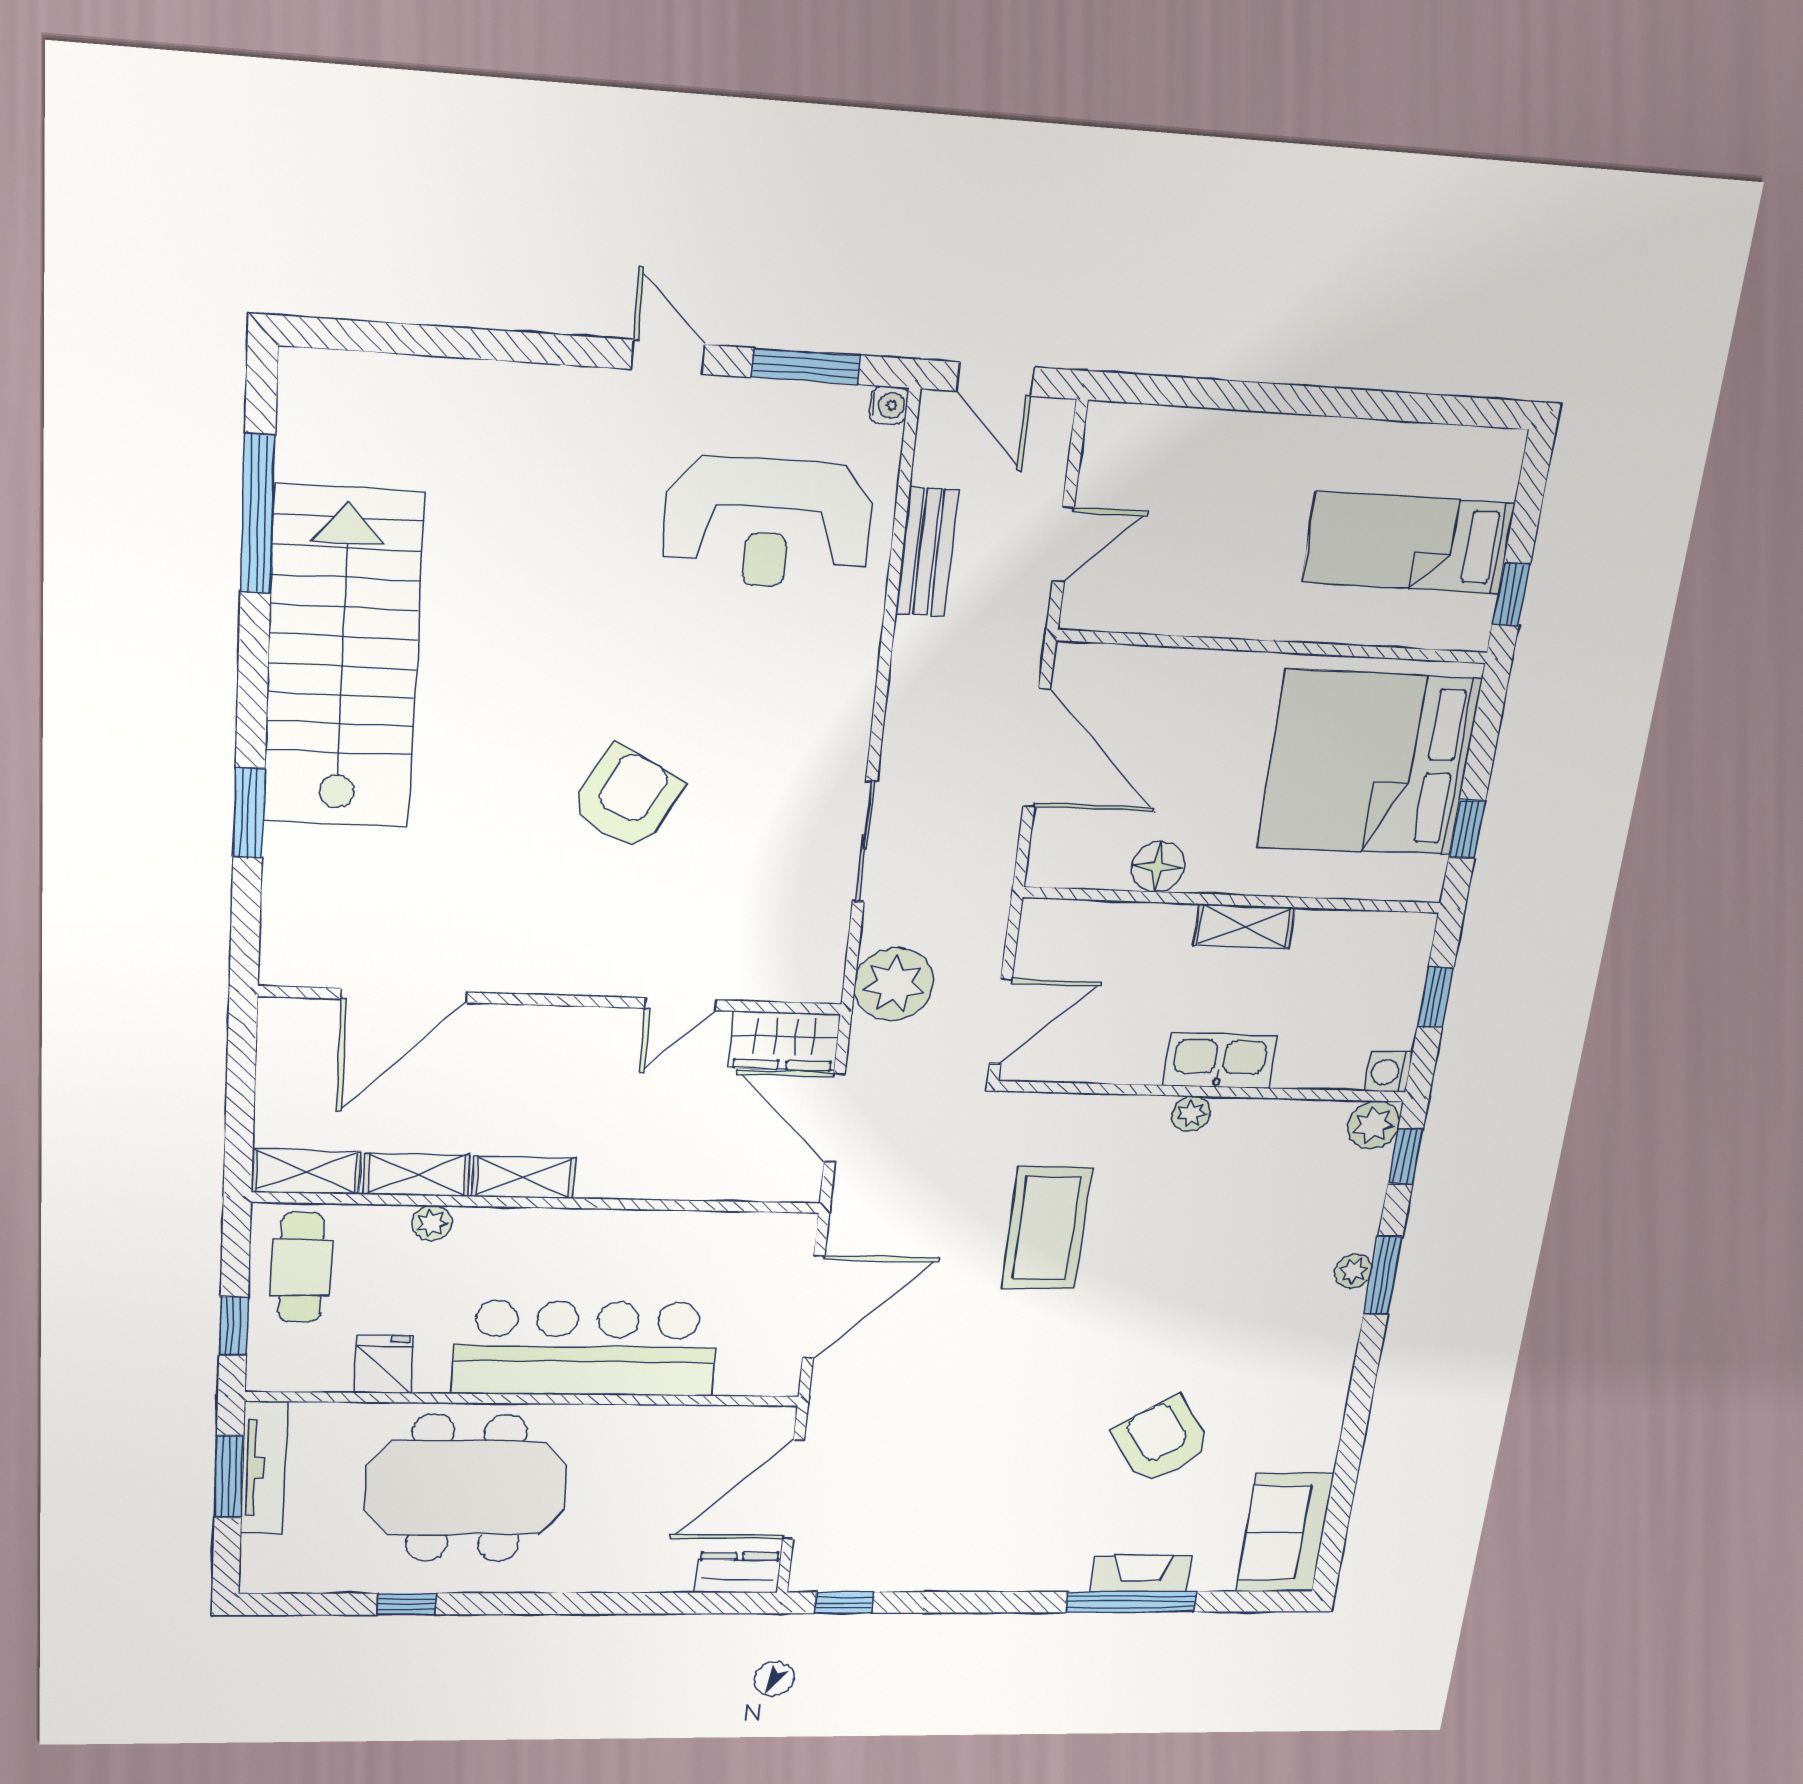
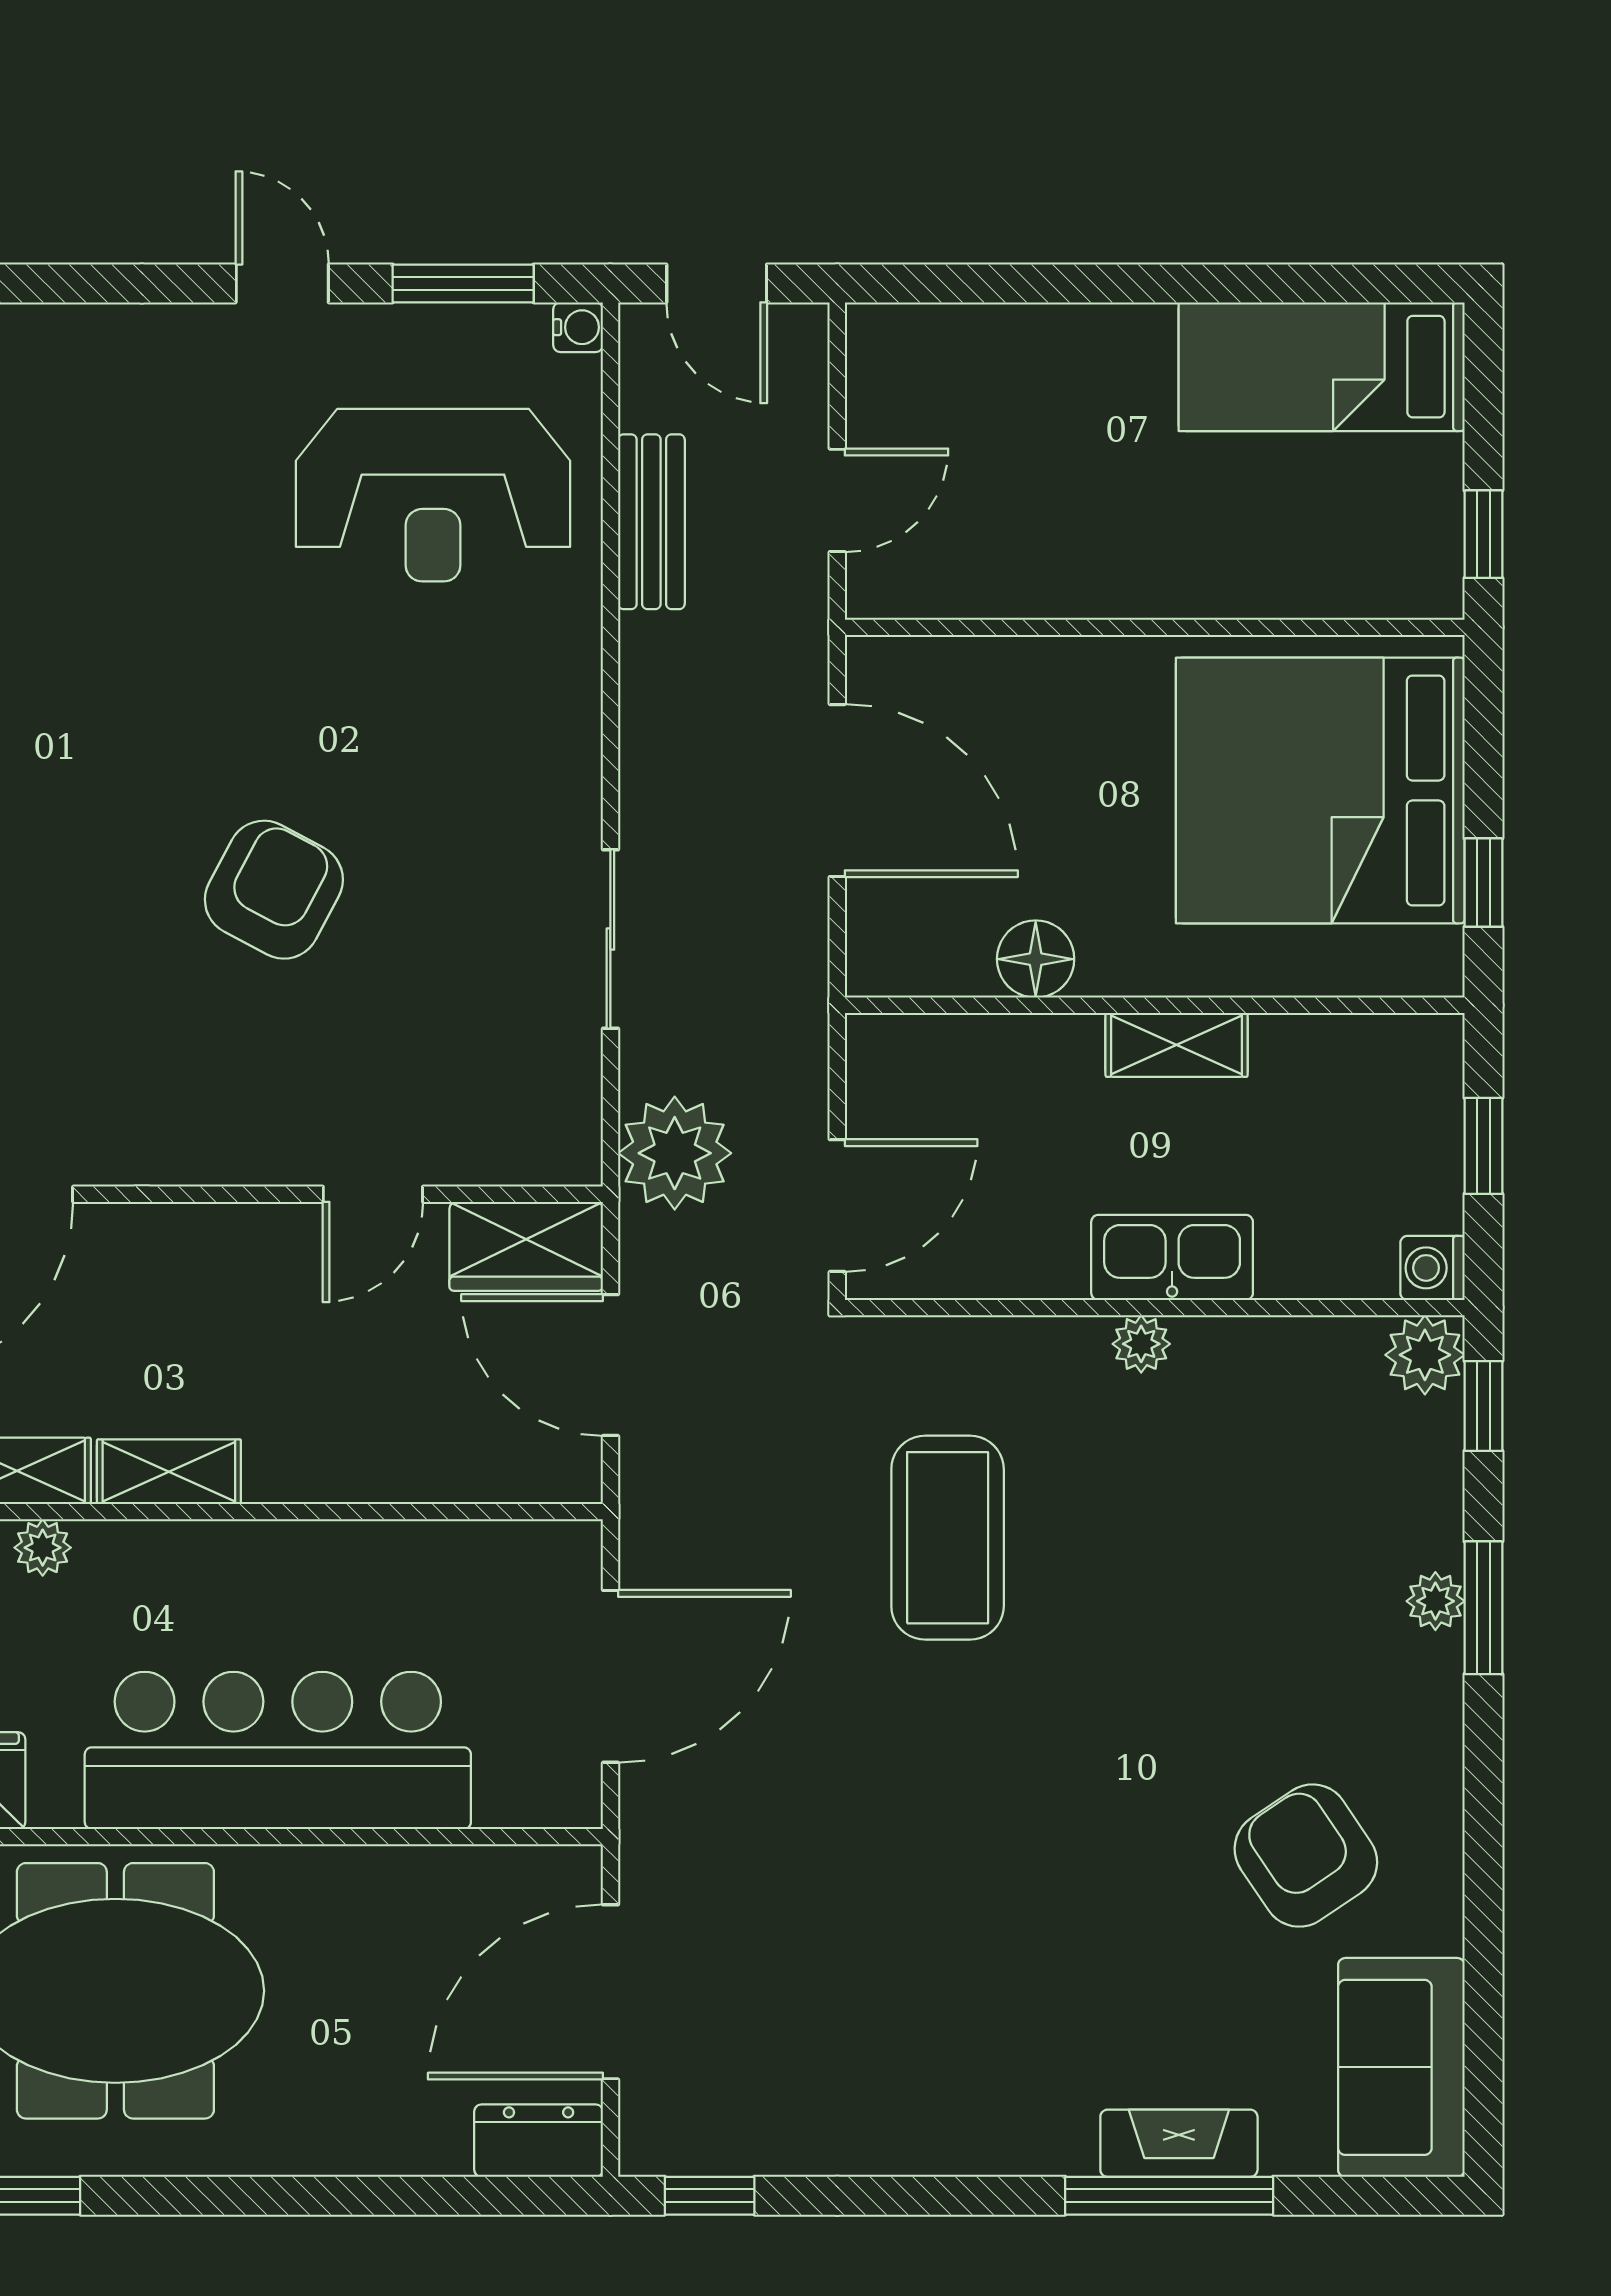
bed: (1408, 543) -> (1322, 367), moved
armchair: (1162, 1440) -> (1306, 1856), moved

